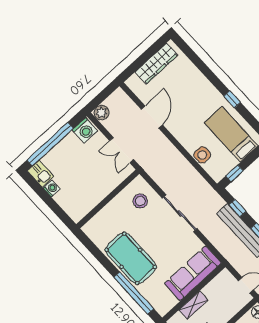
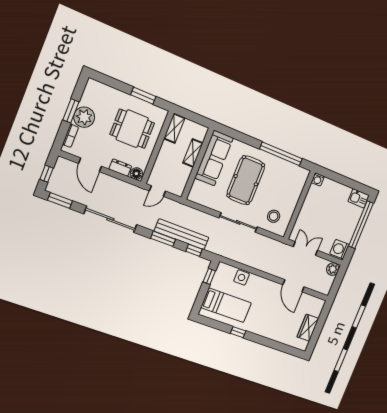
wardrobe: (156, 63) -> (308, 328), width x0.67
washing machine: (52, 189) -> (318, 179), moved
pool table: (131, 258) -> (246, 180), moved, turned 90
sofa: (193, 273) -> (214, 158), moved
window: (134, 293) -> (281, 154), moved

